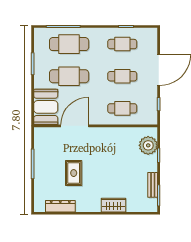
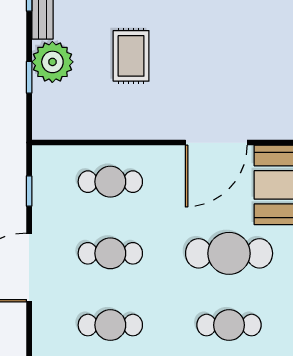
cafe table: (69, 44) -> (229, 325), width x0.73, depth x0.74
plant: (148, 145) -> (52, 62), moved
rug: (74, 173) -> (131, 56), moved

